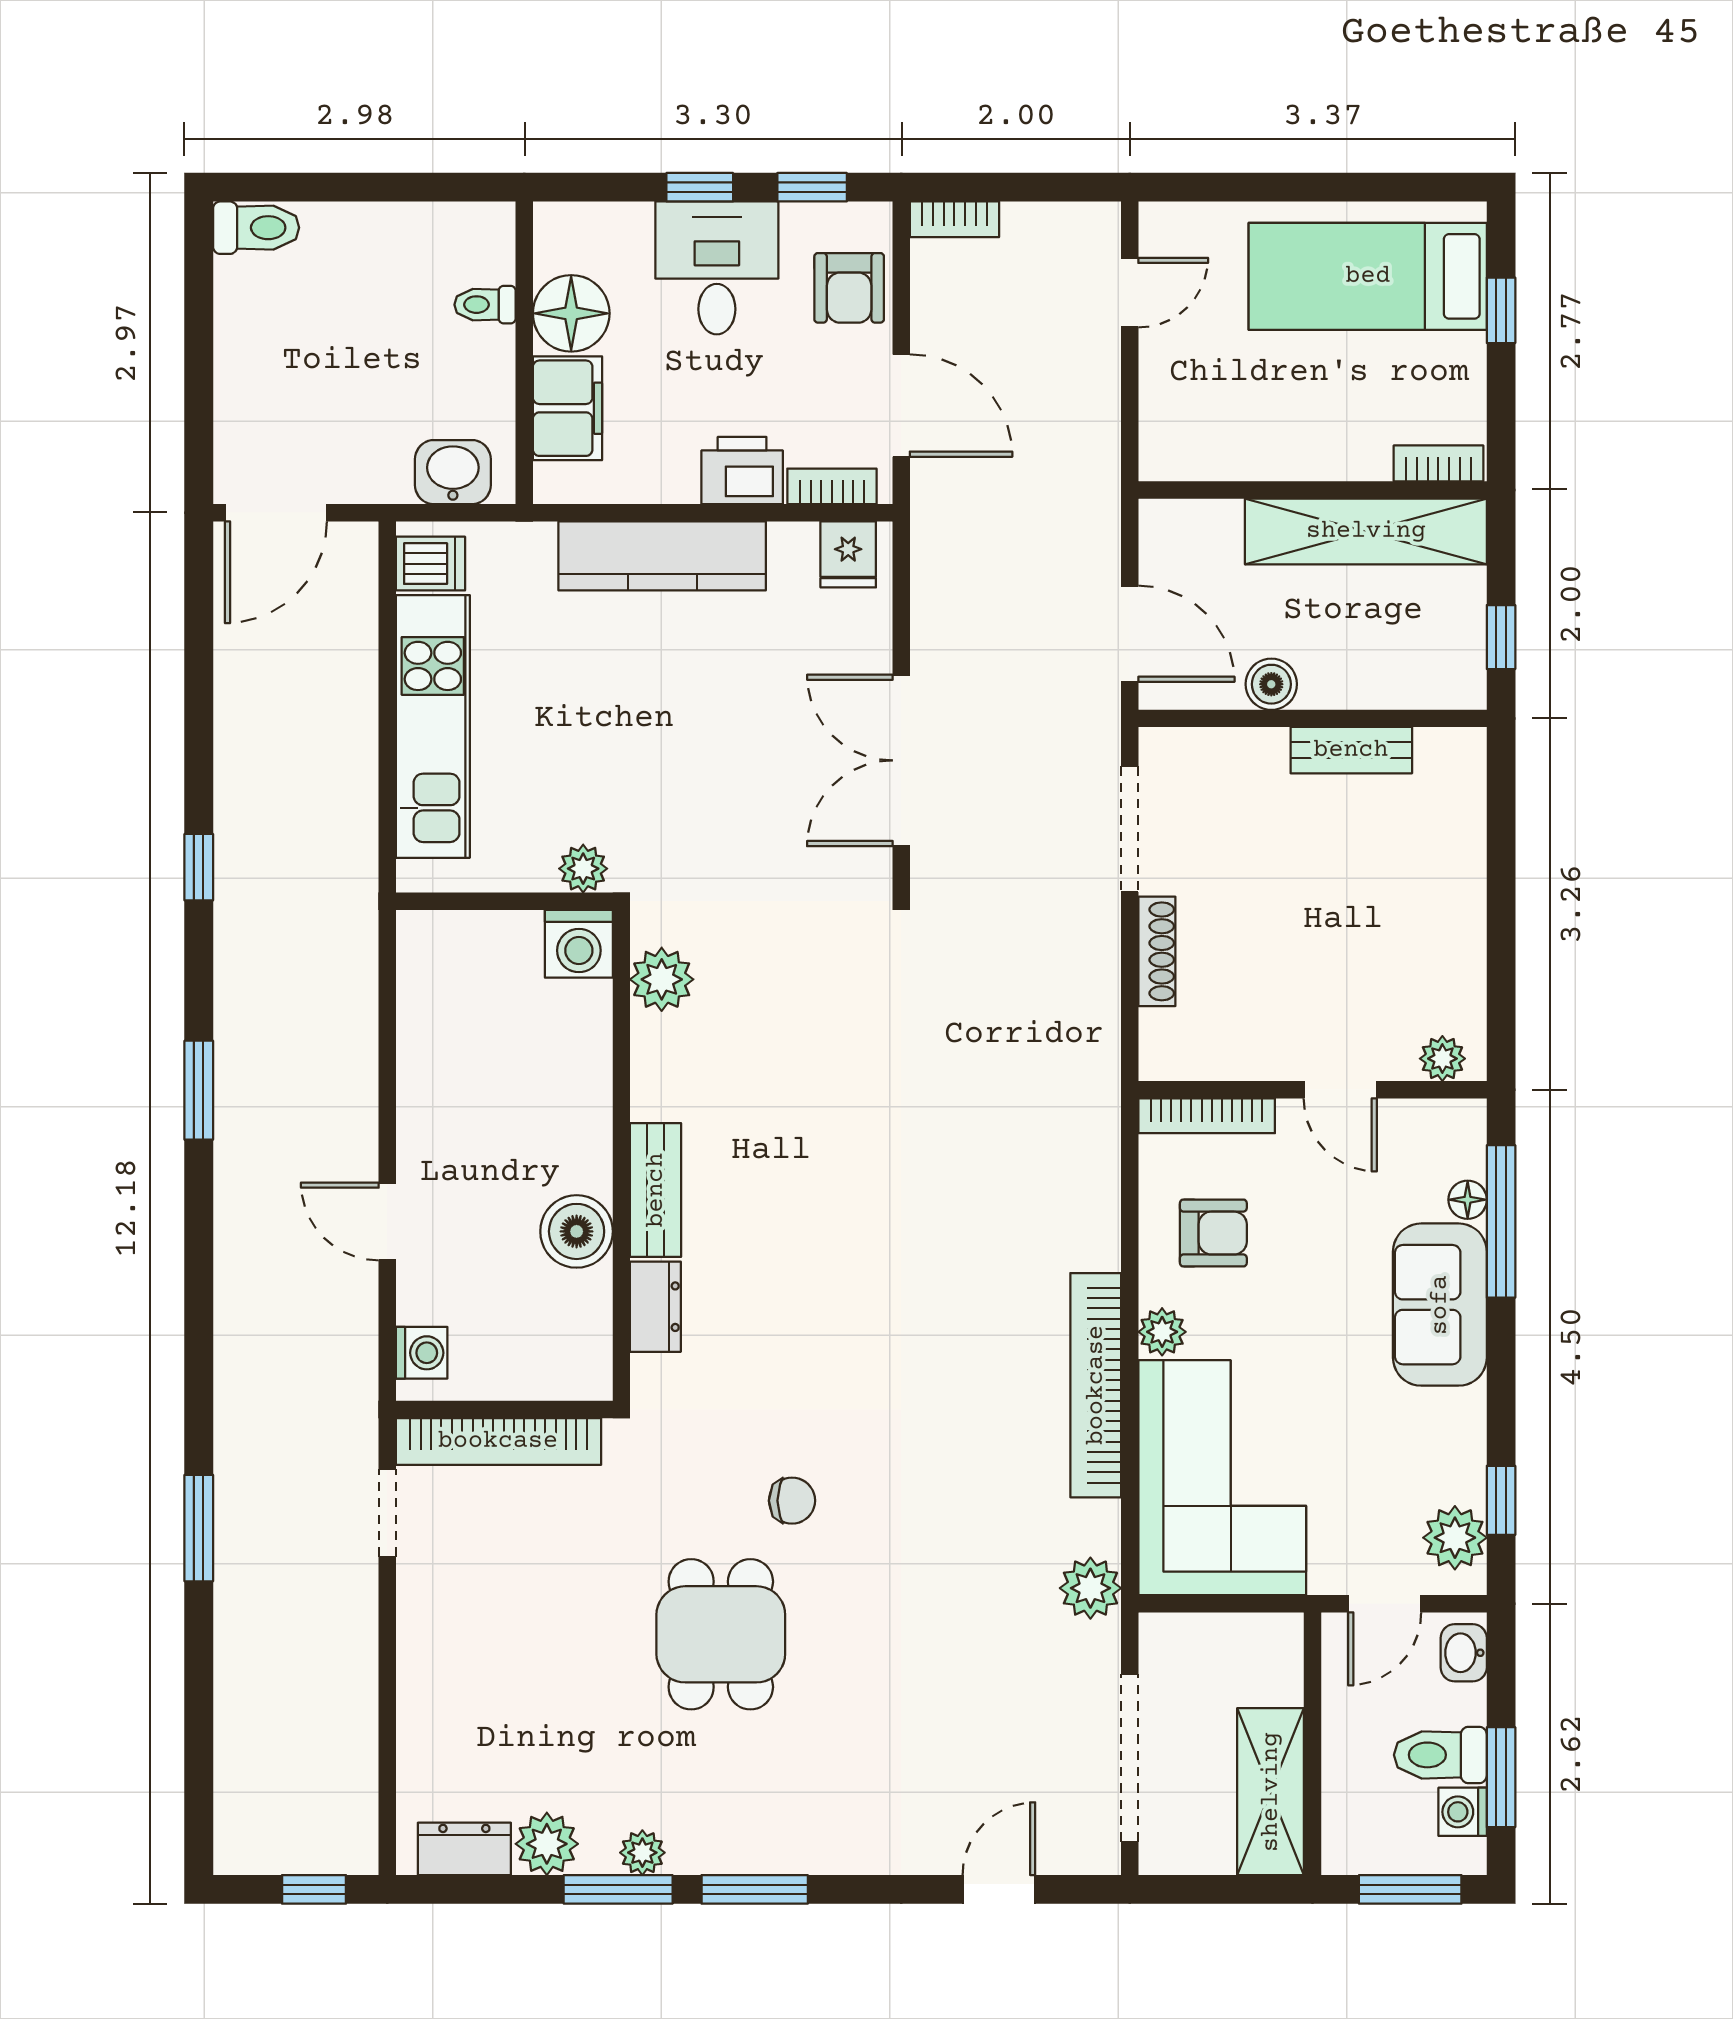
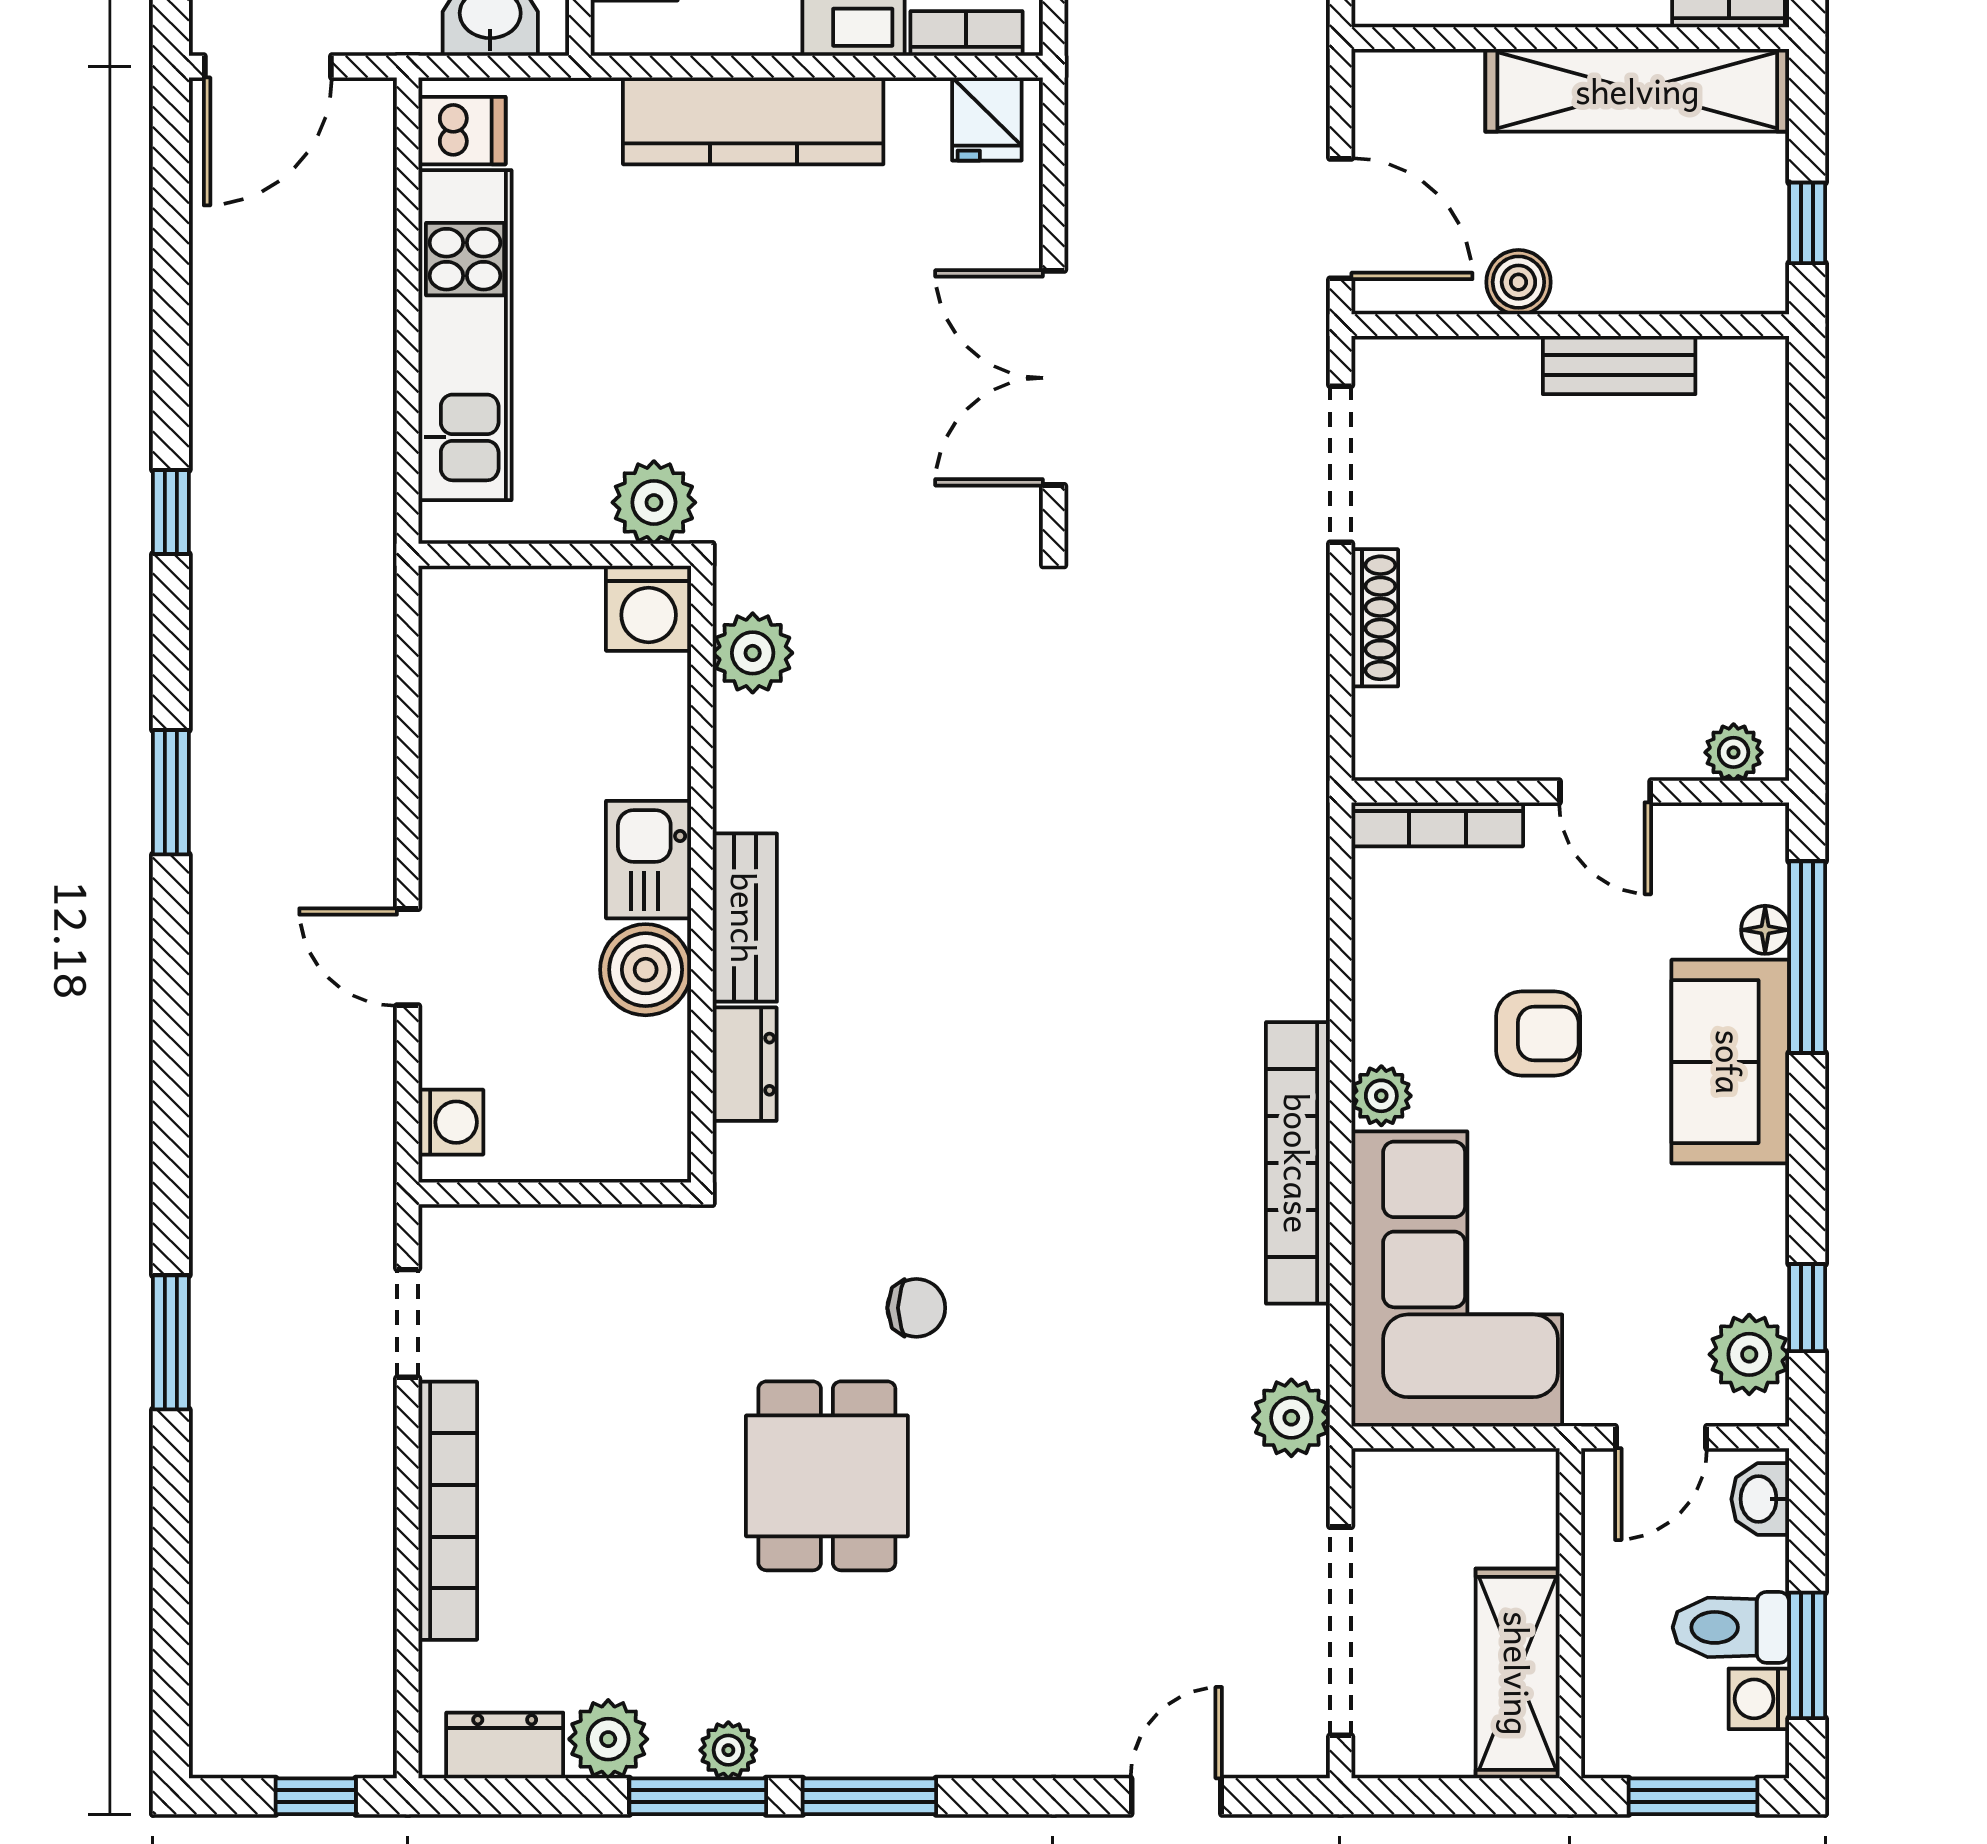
plant: (583, 869) -> (654, 502), width x1.38, depth x1.38
kitchen sink: (579, 1144) -> (649, 860), added
armchair: (1213, 1233) -> (1538, 1034), moved
bookcase: (498, 1441) -> (448, 1511), moved, turned -90

